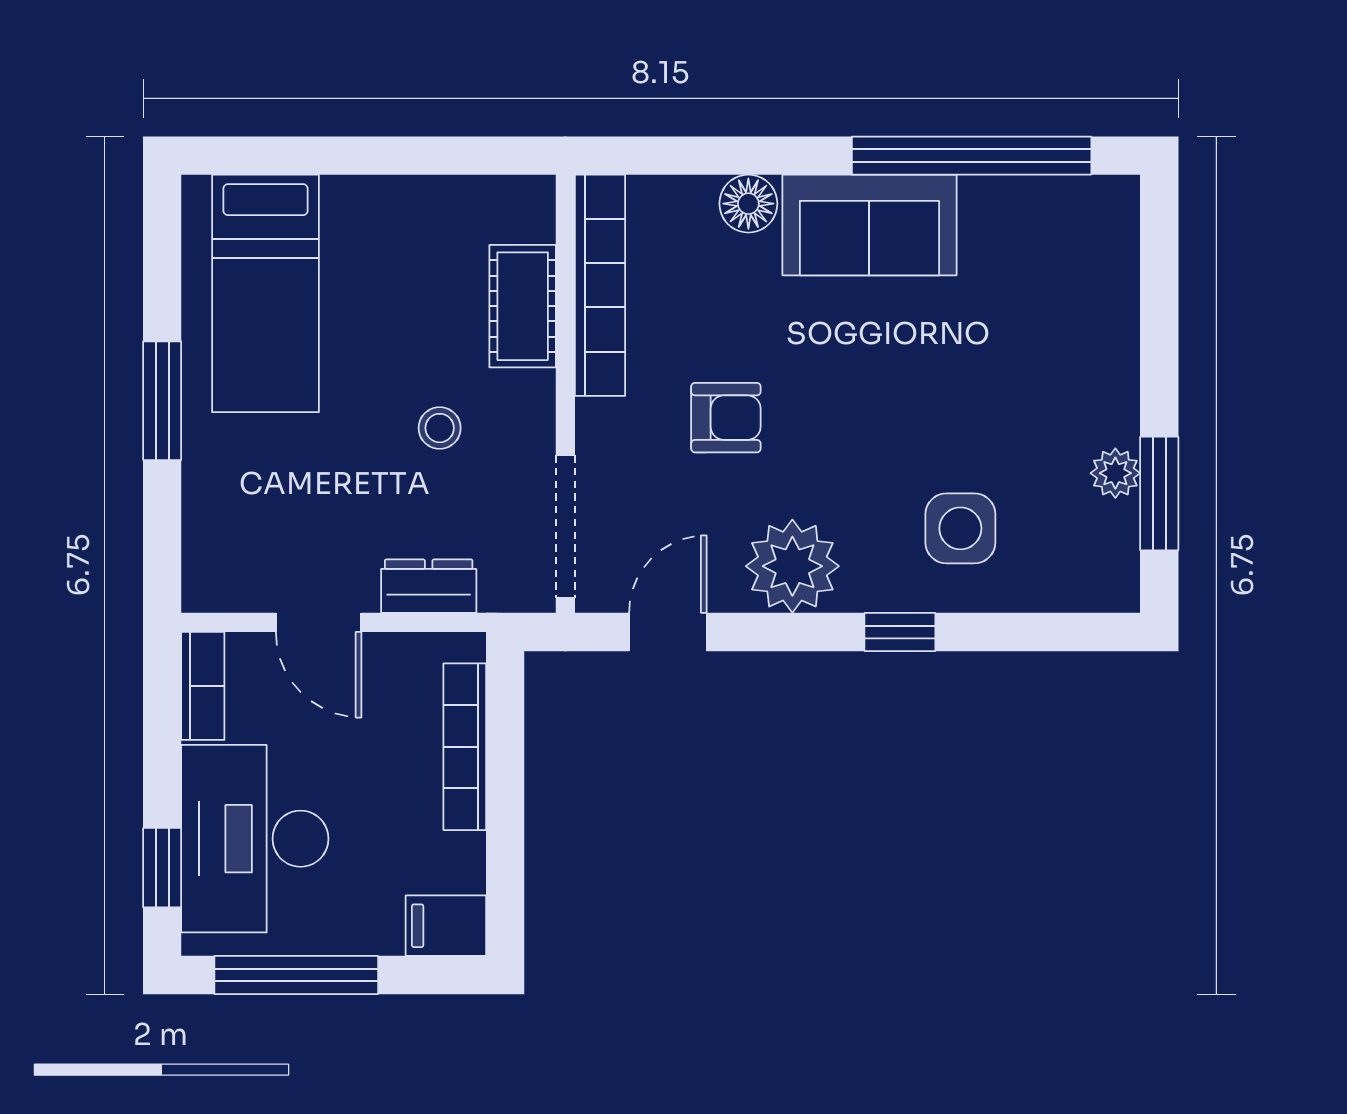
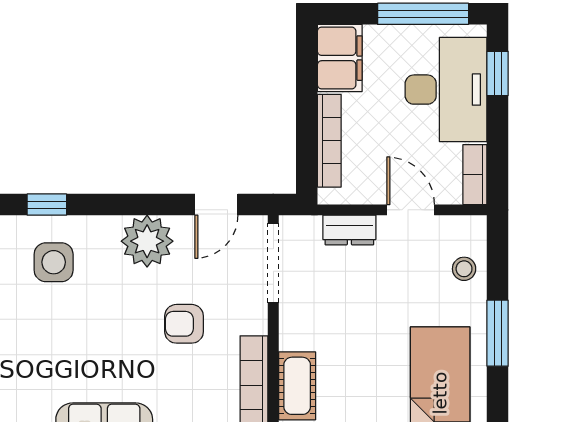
stool: (440, 428) -> (464, 269), moved
window: (900, 632) -> (47, 205), moved
filing cabinet: (446, 926) -> (340, 58), width x2.00

